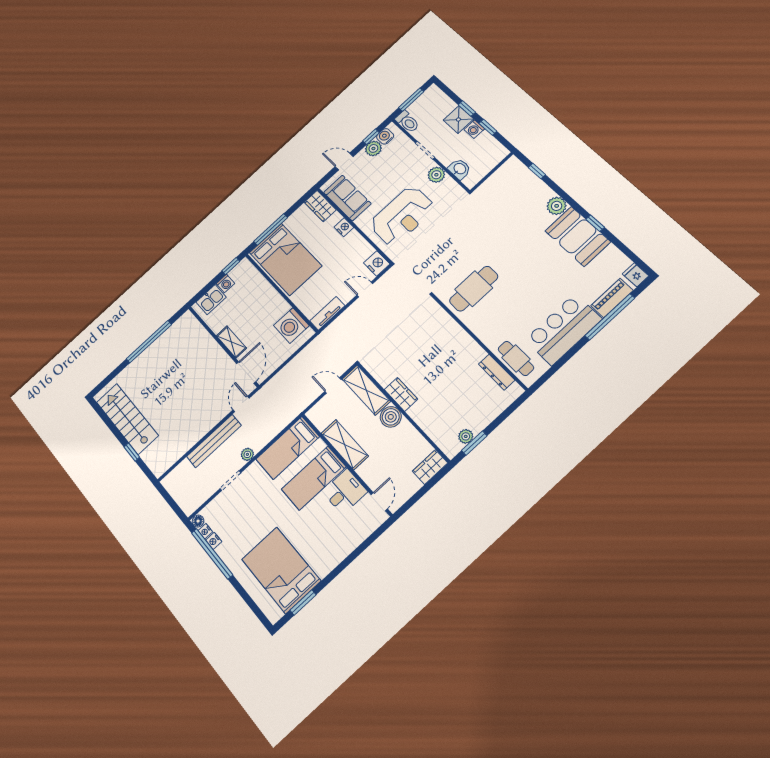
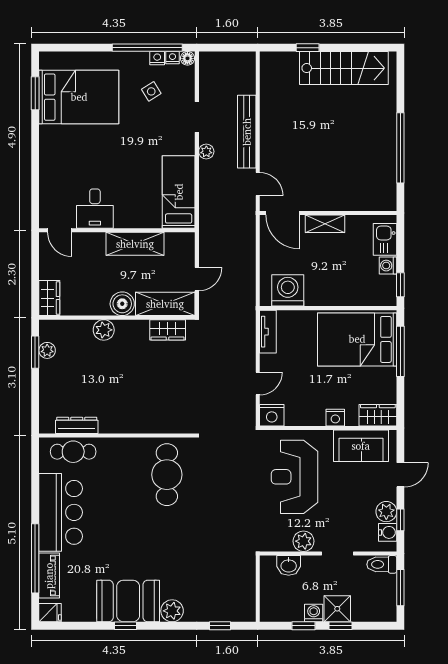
wardrobe: (401, 394) -> (168, 330), moved
plant: (418, 413) -> (104, 330), added
bed: (314, 478) -> (131, 192), removed
side table: (238, 525) -> (151, 91), added

